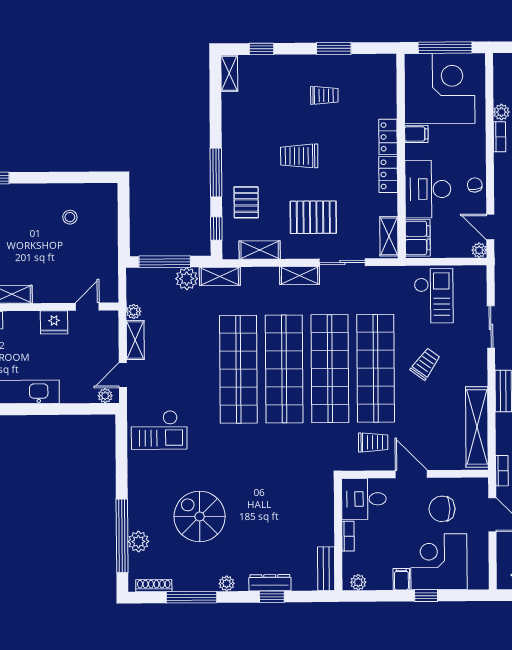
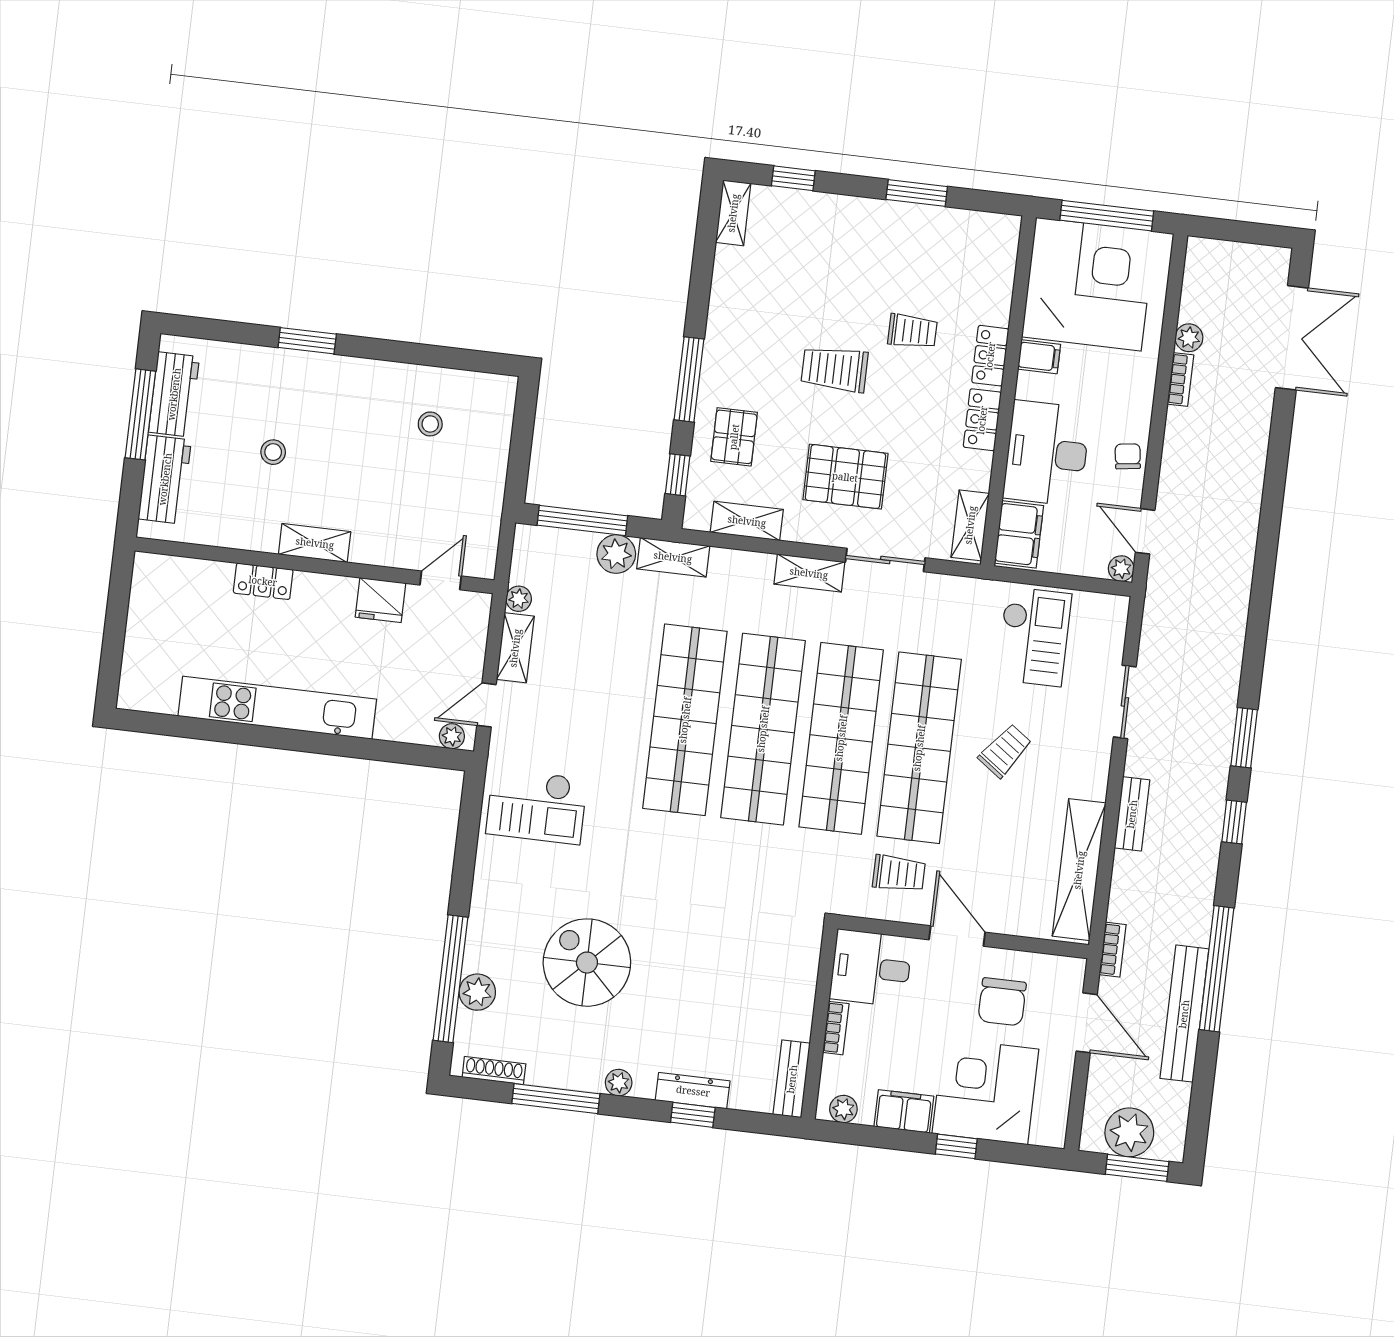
trolley: (324, 95) -> (912, 331), moved
chair: (442, 509) -> (1002, 1002), turned -90
filing cabinet: (401, 579) -> (904, 1111), width x2.00

